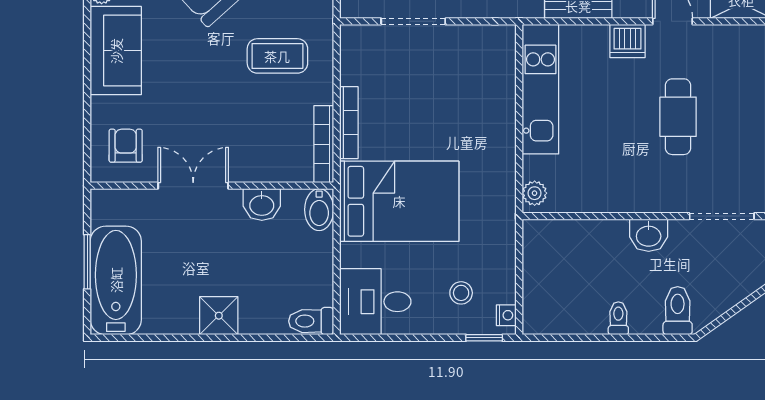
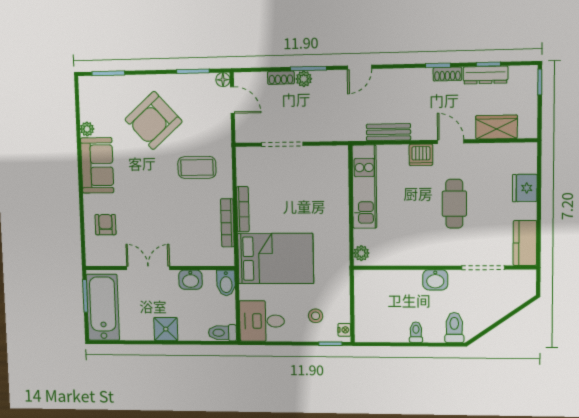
double door: (193, 186) -> (148, 268), moved
wall: (212, 186) -> (160, 268), moved
washbasin: (262, 205) -> (191, 280), moved
bidet: (319, 210) -> (226, 283), moved

